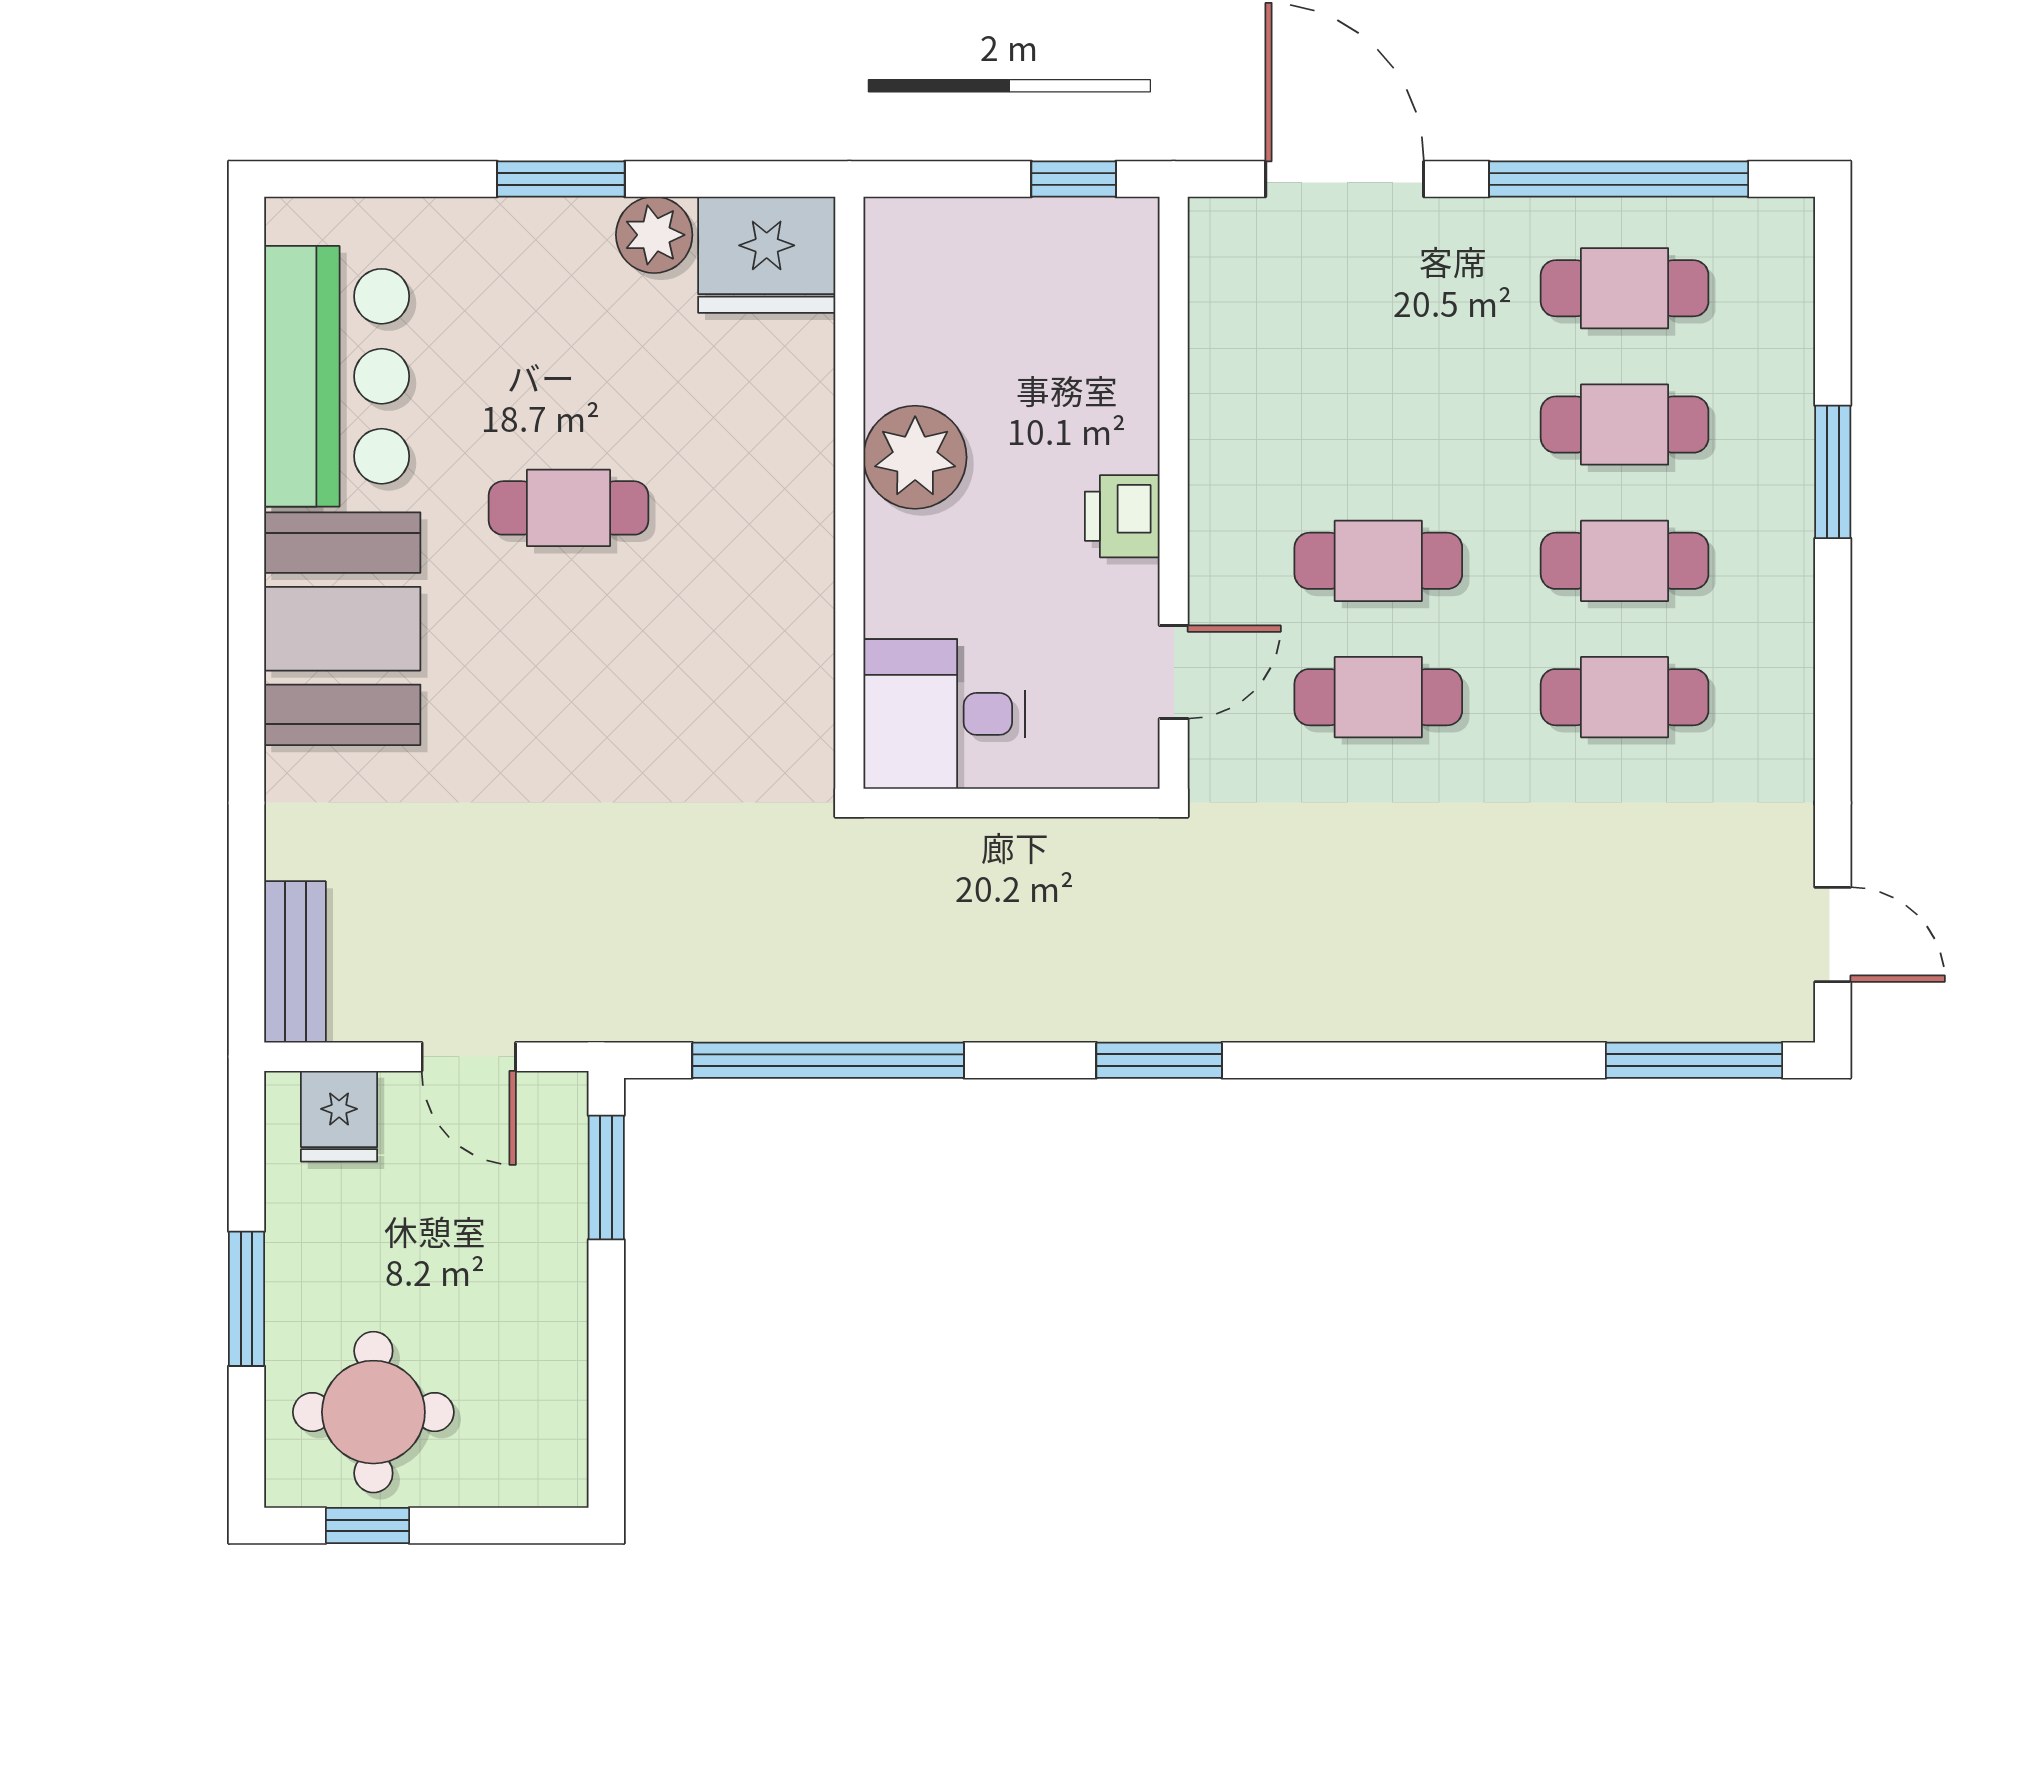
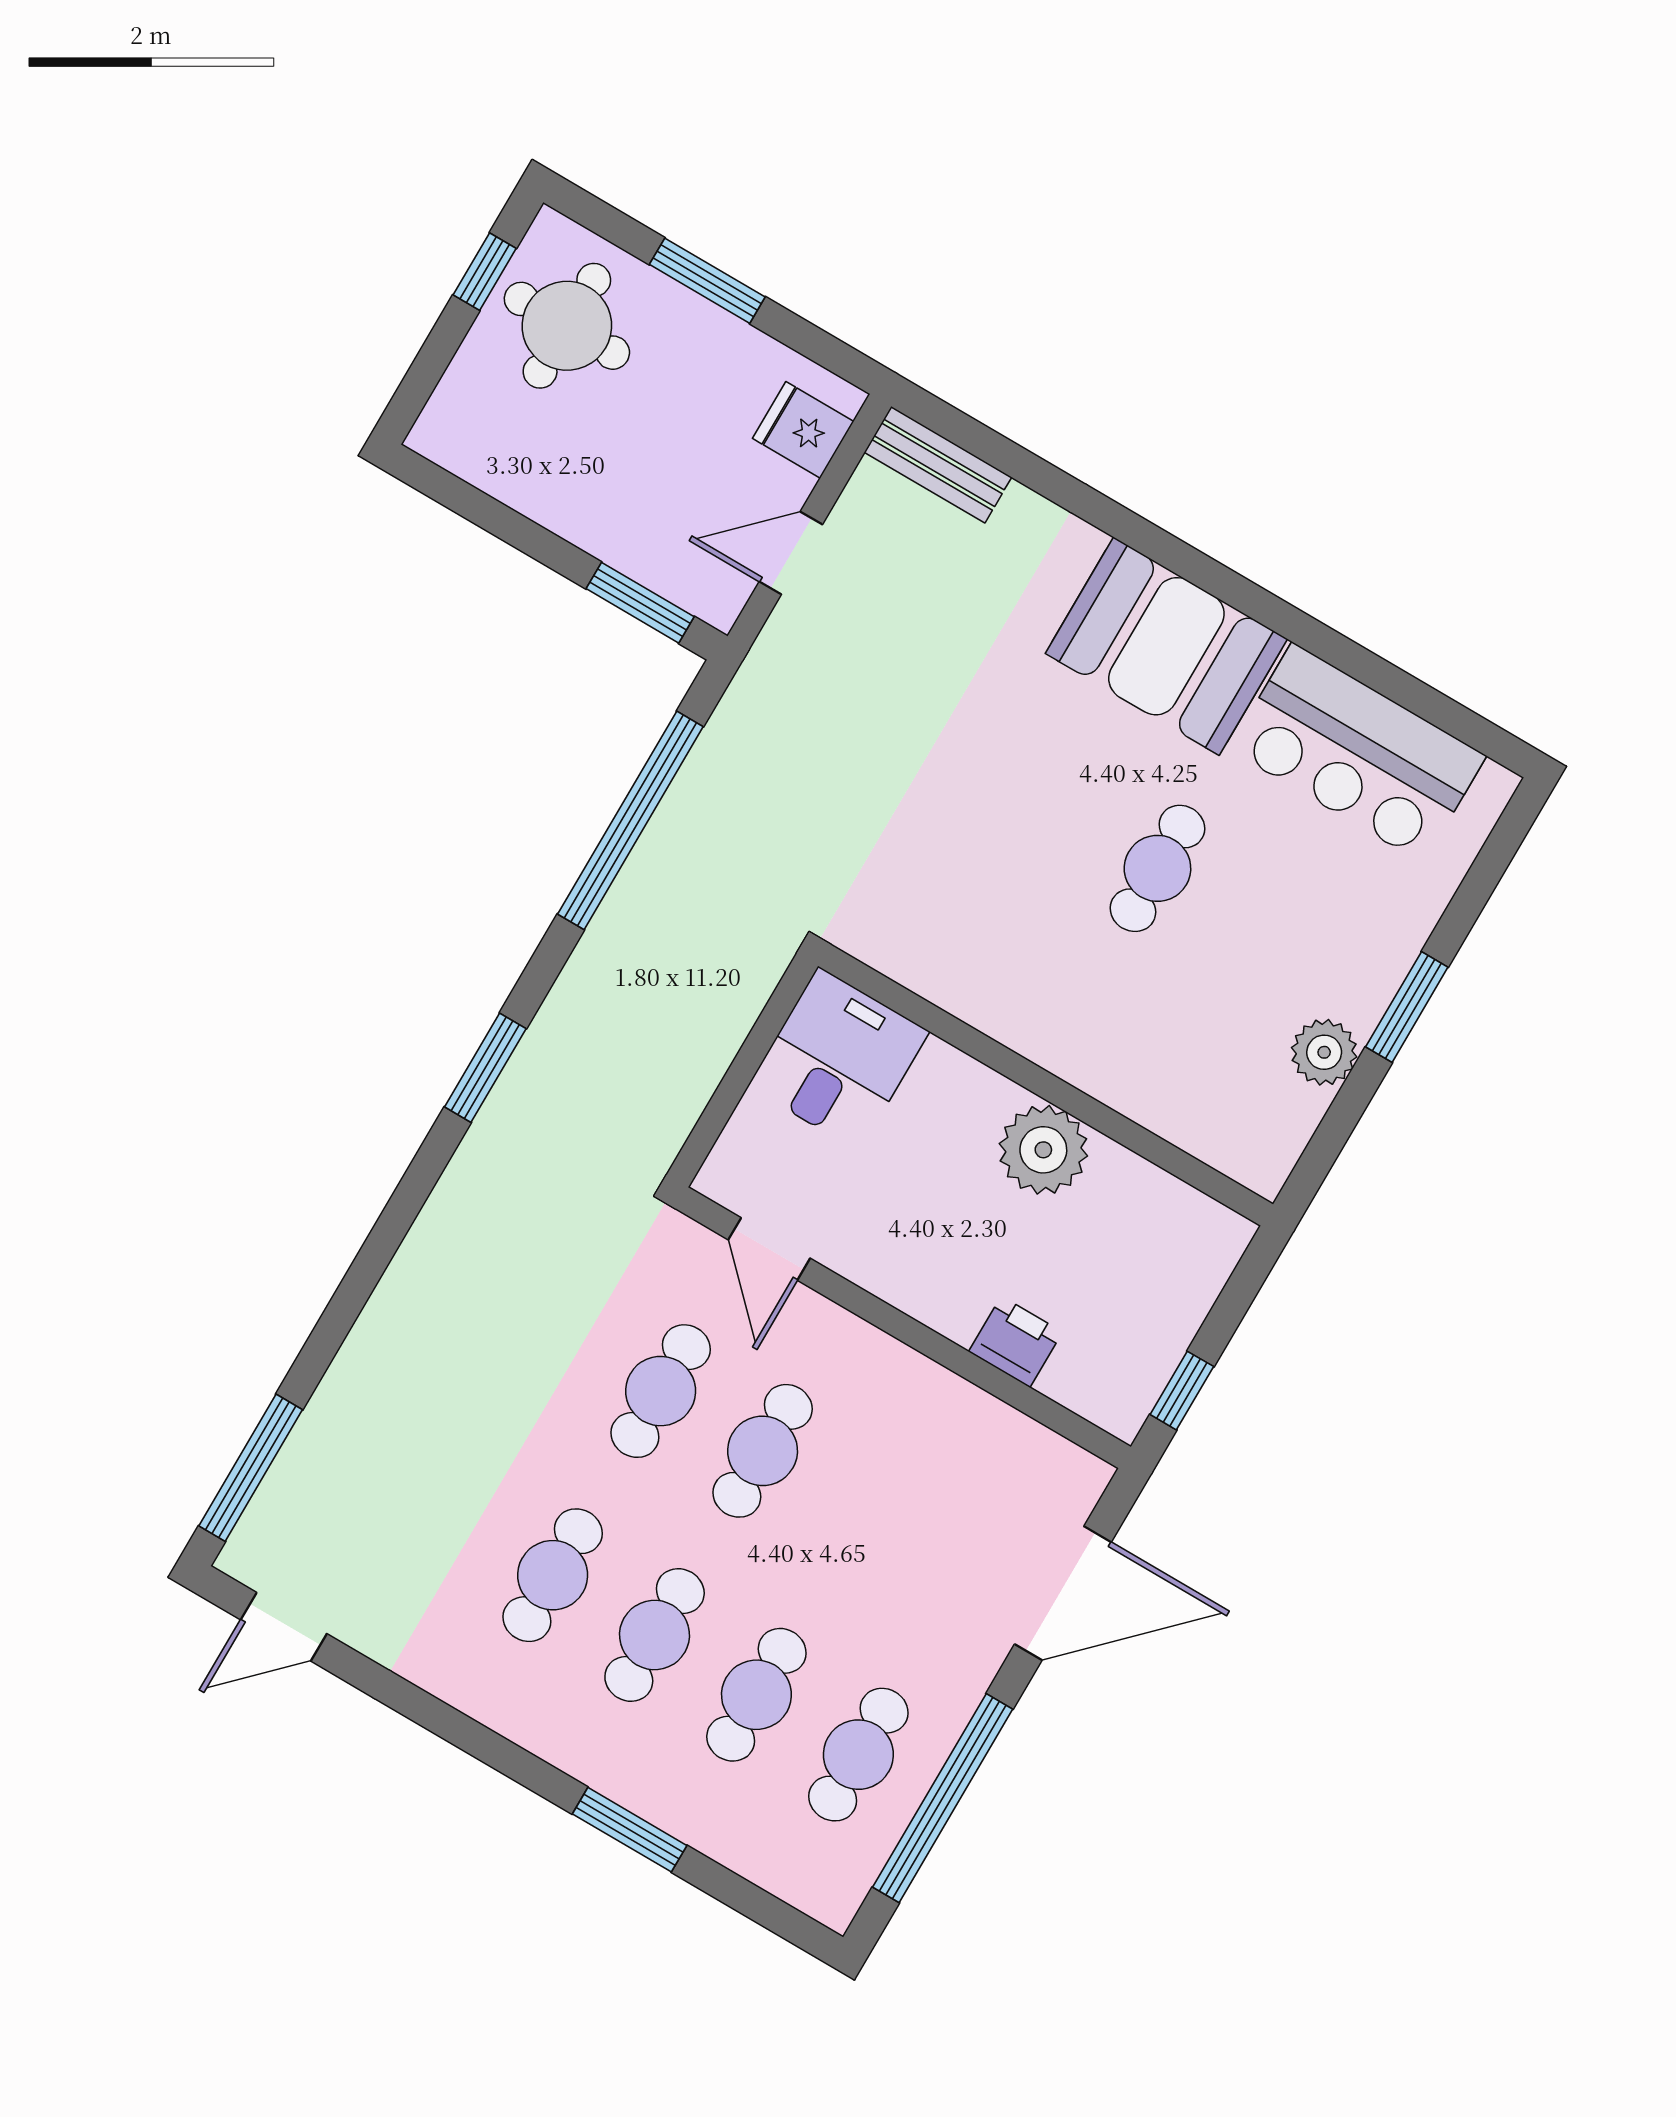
fridge: (767, 255) -> (1260, 1128), removed
printer: (1122, 516) -> (1016, 1342), moved

